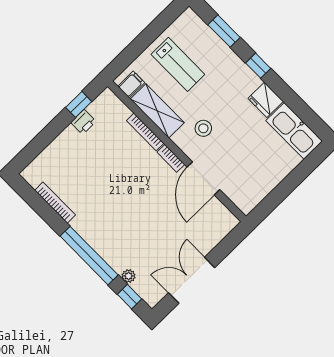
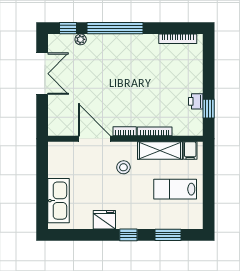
kitchen sink: (294, 131) -> (58, 201), moved, turned 90
bookcase: (55, 203) -> (178, 39), moved

